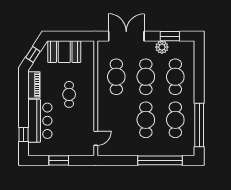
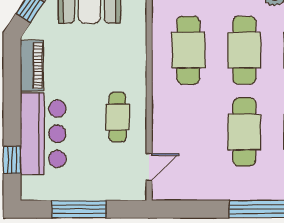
cafe table: (69, 94) -> (118, 117), moved
window: (59, 160) -> (79, 209), width x1.44

